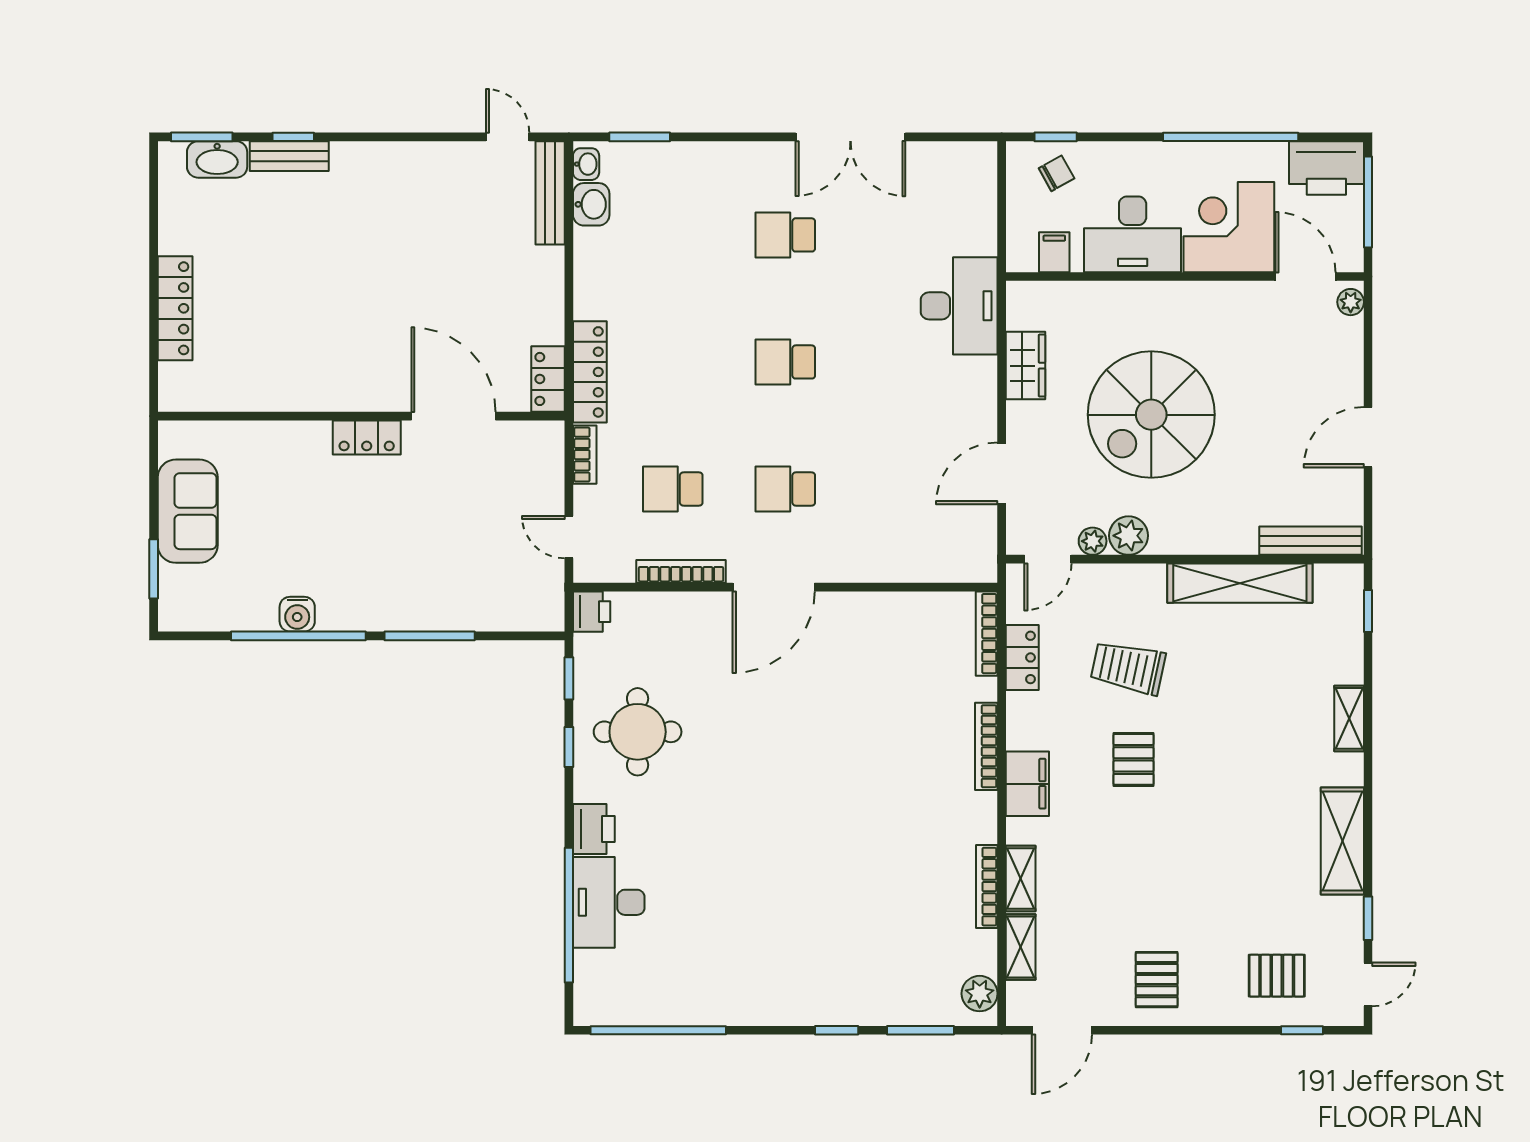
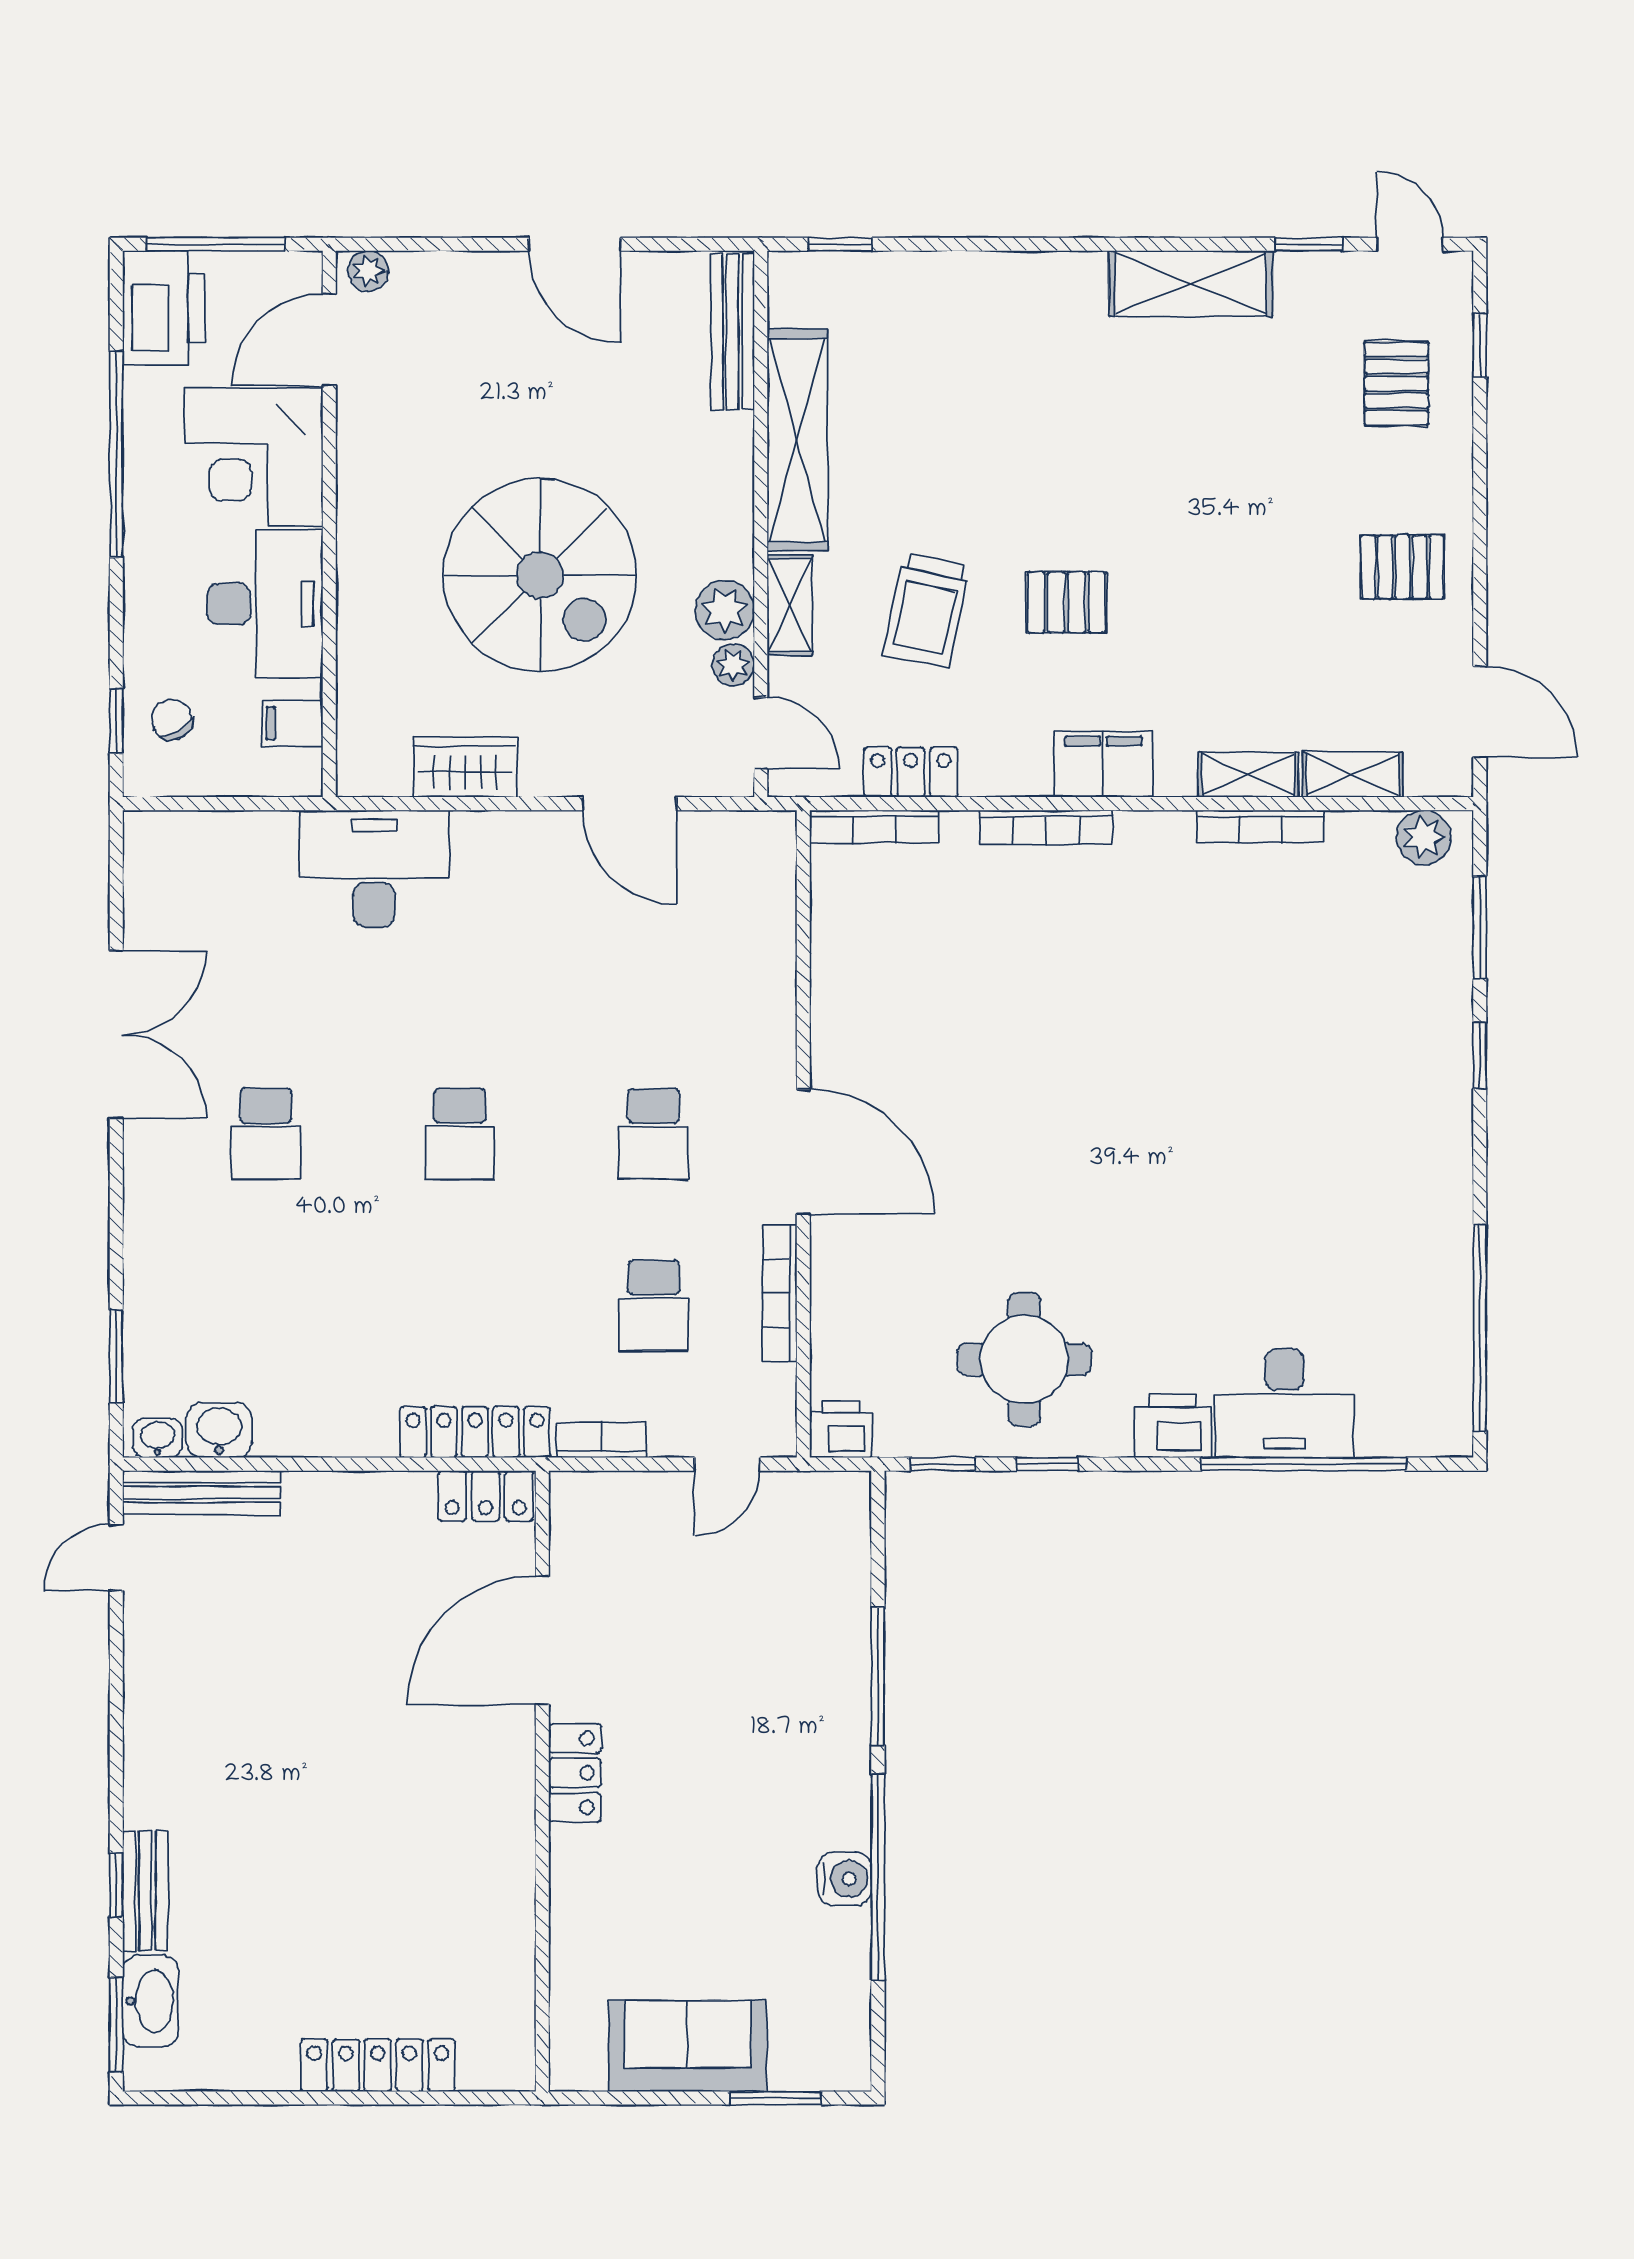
shelving: (1349, 718) -> (790, 605), moved, turned 90

